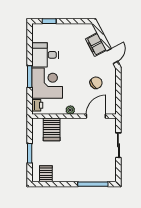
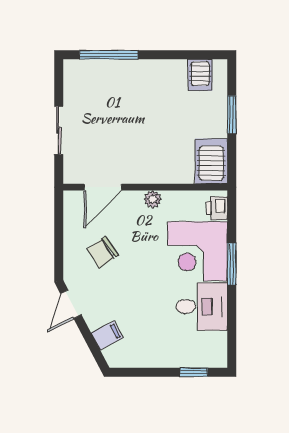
filing cabinet: (96, 45) -> (107, 335), width x0.50
server rack: (52, 129) -> (211, 161), moved

